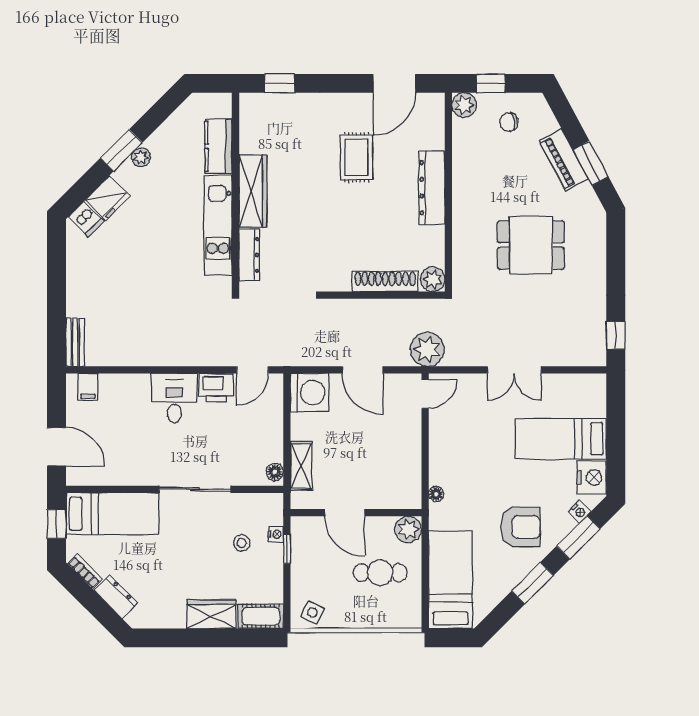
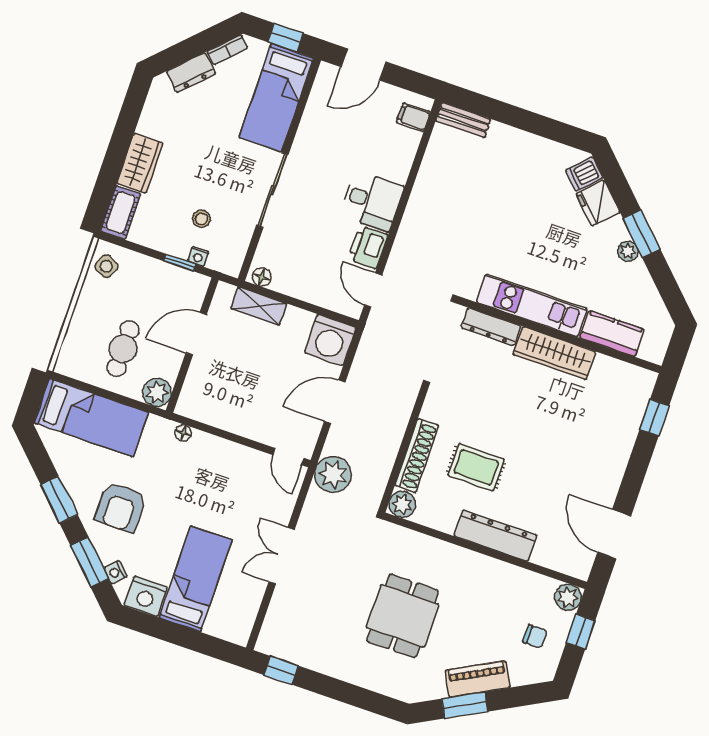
chair: (509, 122) -> (535, 637), turned 100
rug: (357, 157) -> (476, 467), moved

